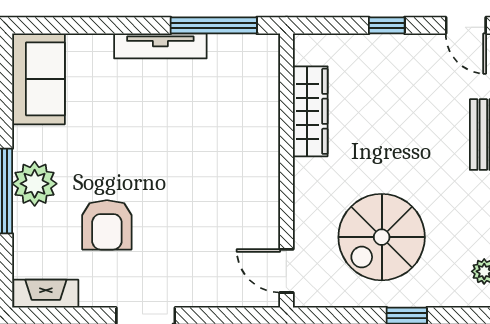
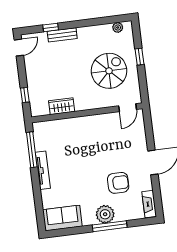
window: (387, 25) -> (25, 95), moved
wardrobe: (310, 111) -> (62, 106), width x0.67
spiral stairs: (382, 237) -> (109, 71), turned -90

